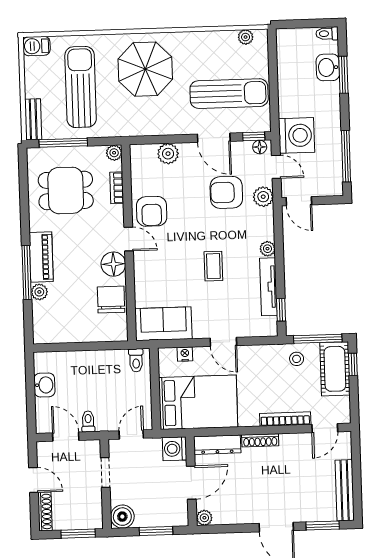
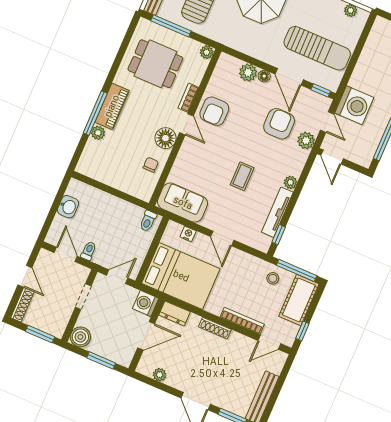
floor lamp: (260, 147) -> (264, 76), moved
bookcase: (117, 188) -> (188, 98), moved
armchair: (226, 192) -> (279, 124), turned 90
chair: (111, 300) -> (151, 165), width x0.54, depth x0.54
window: (353, 364) -> (302, 331), moved
dresser: (217, 445) -> (175, 313), width x0.70
plant: (204, 518) -> (160, 375), moved

